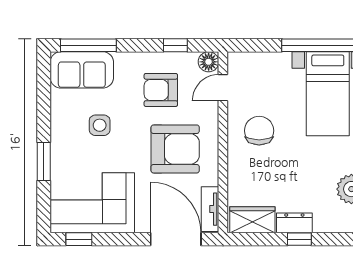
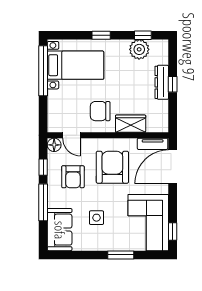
window: (88, 45) -> (43, 202), moved
wardrobe: (252, 220) -> (131, 124), moved, turned 90
dresser: (294, 223) -> (162, 82), width x1.44

